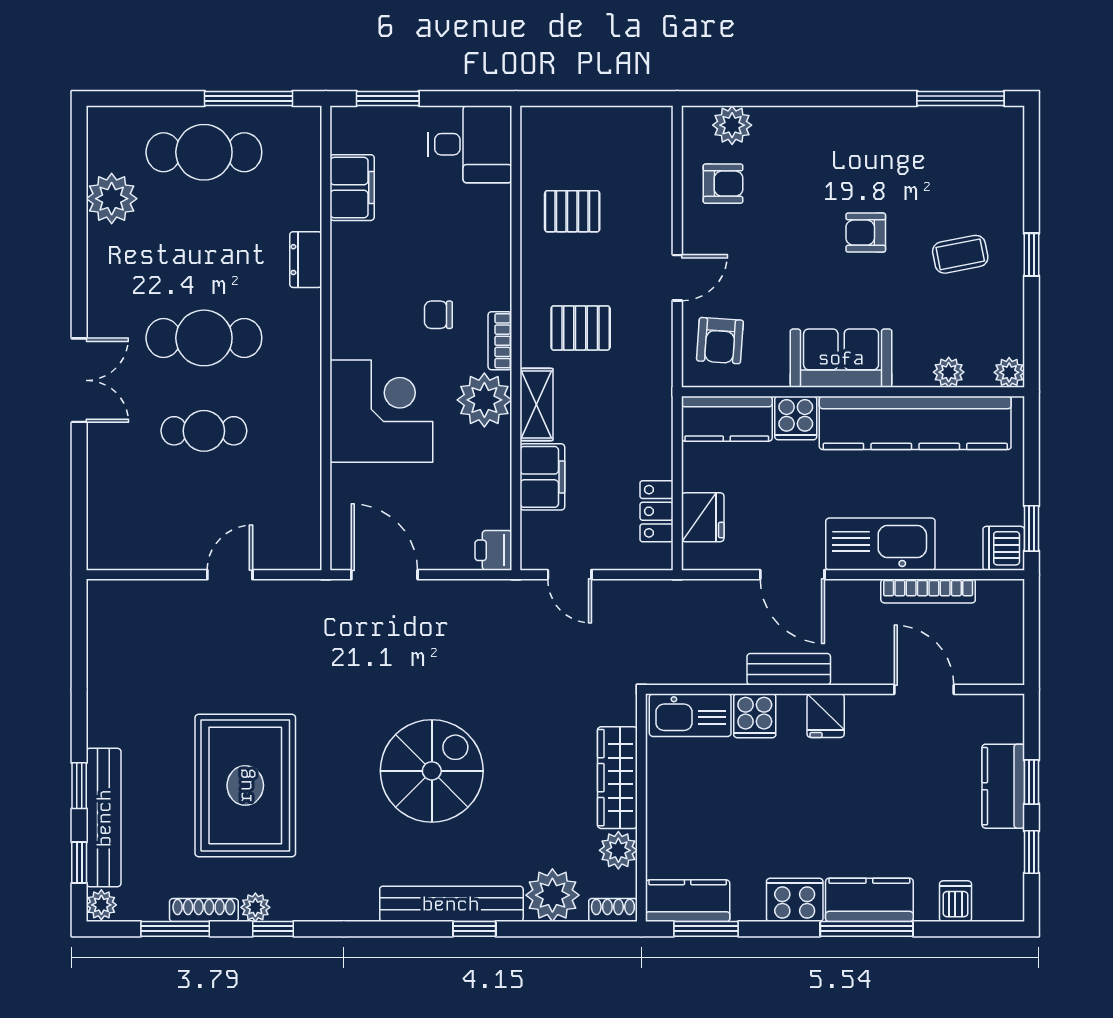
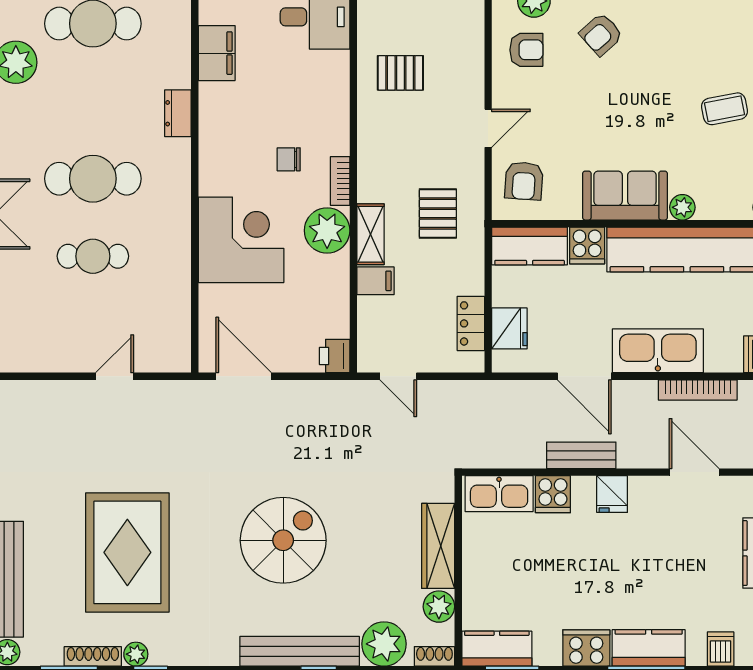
armchair: (866, 233) -> (601, 34), moved, turned -42
pallet: (581, 328) -> (438, 213), moved, turned 90
plant: (949, 372) -> (682, 207), moved
filing cabinet: (542, 477) -> (376, 281), width x0.50

